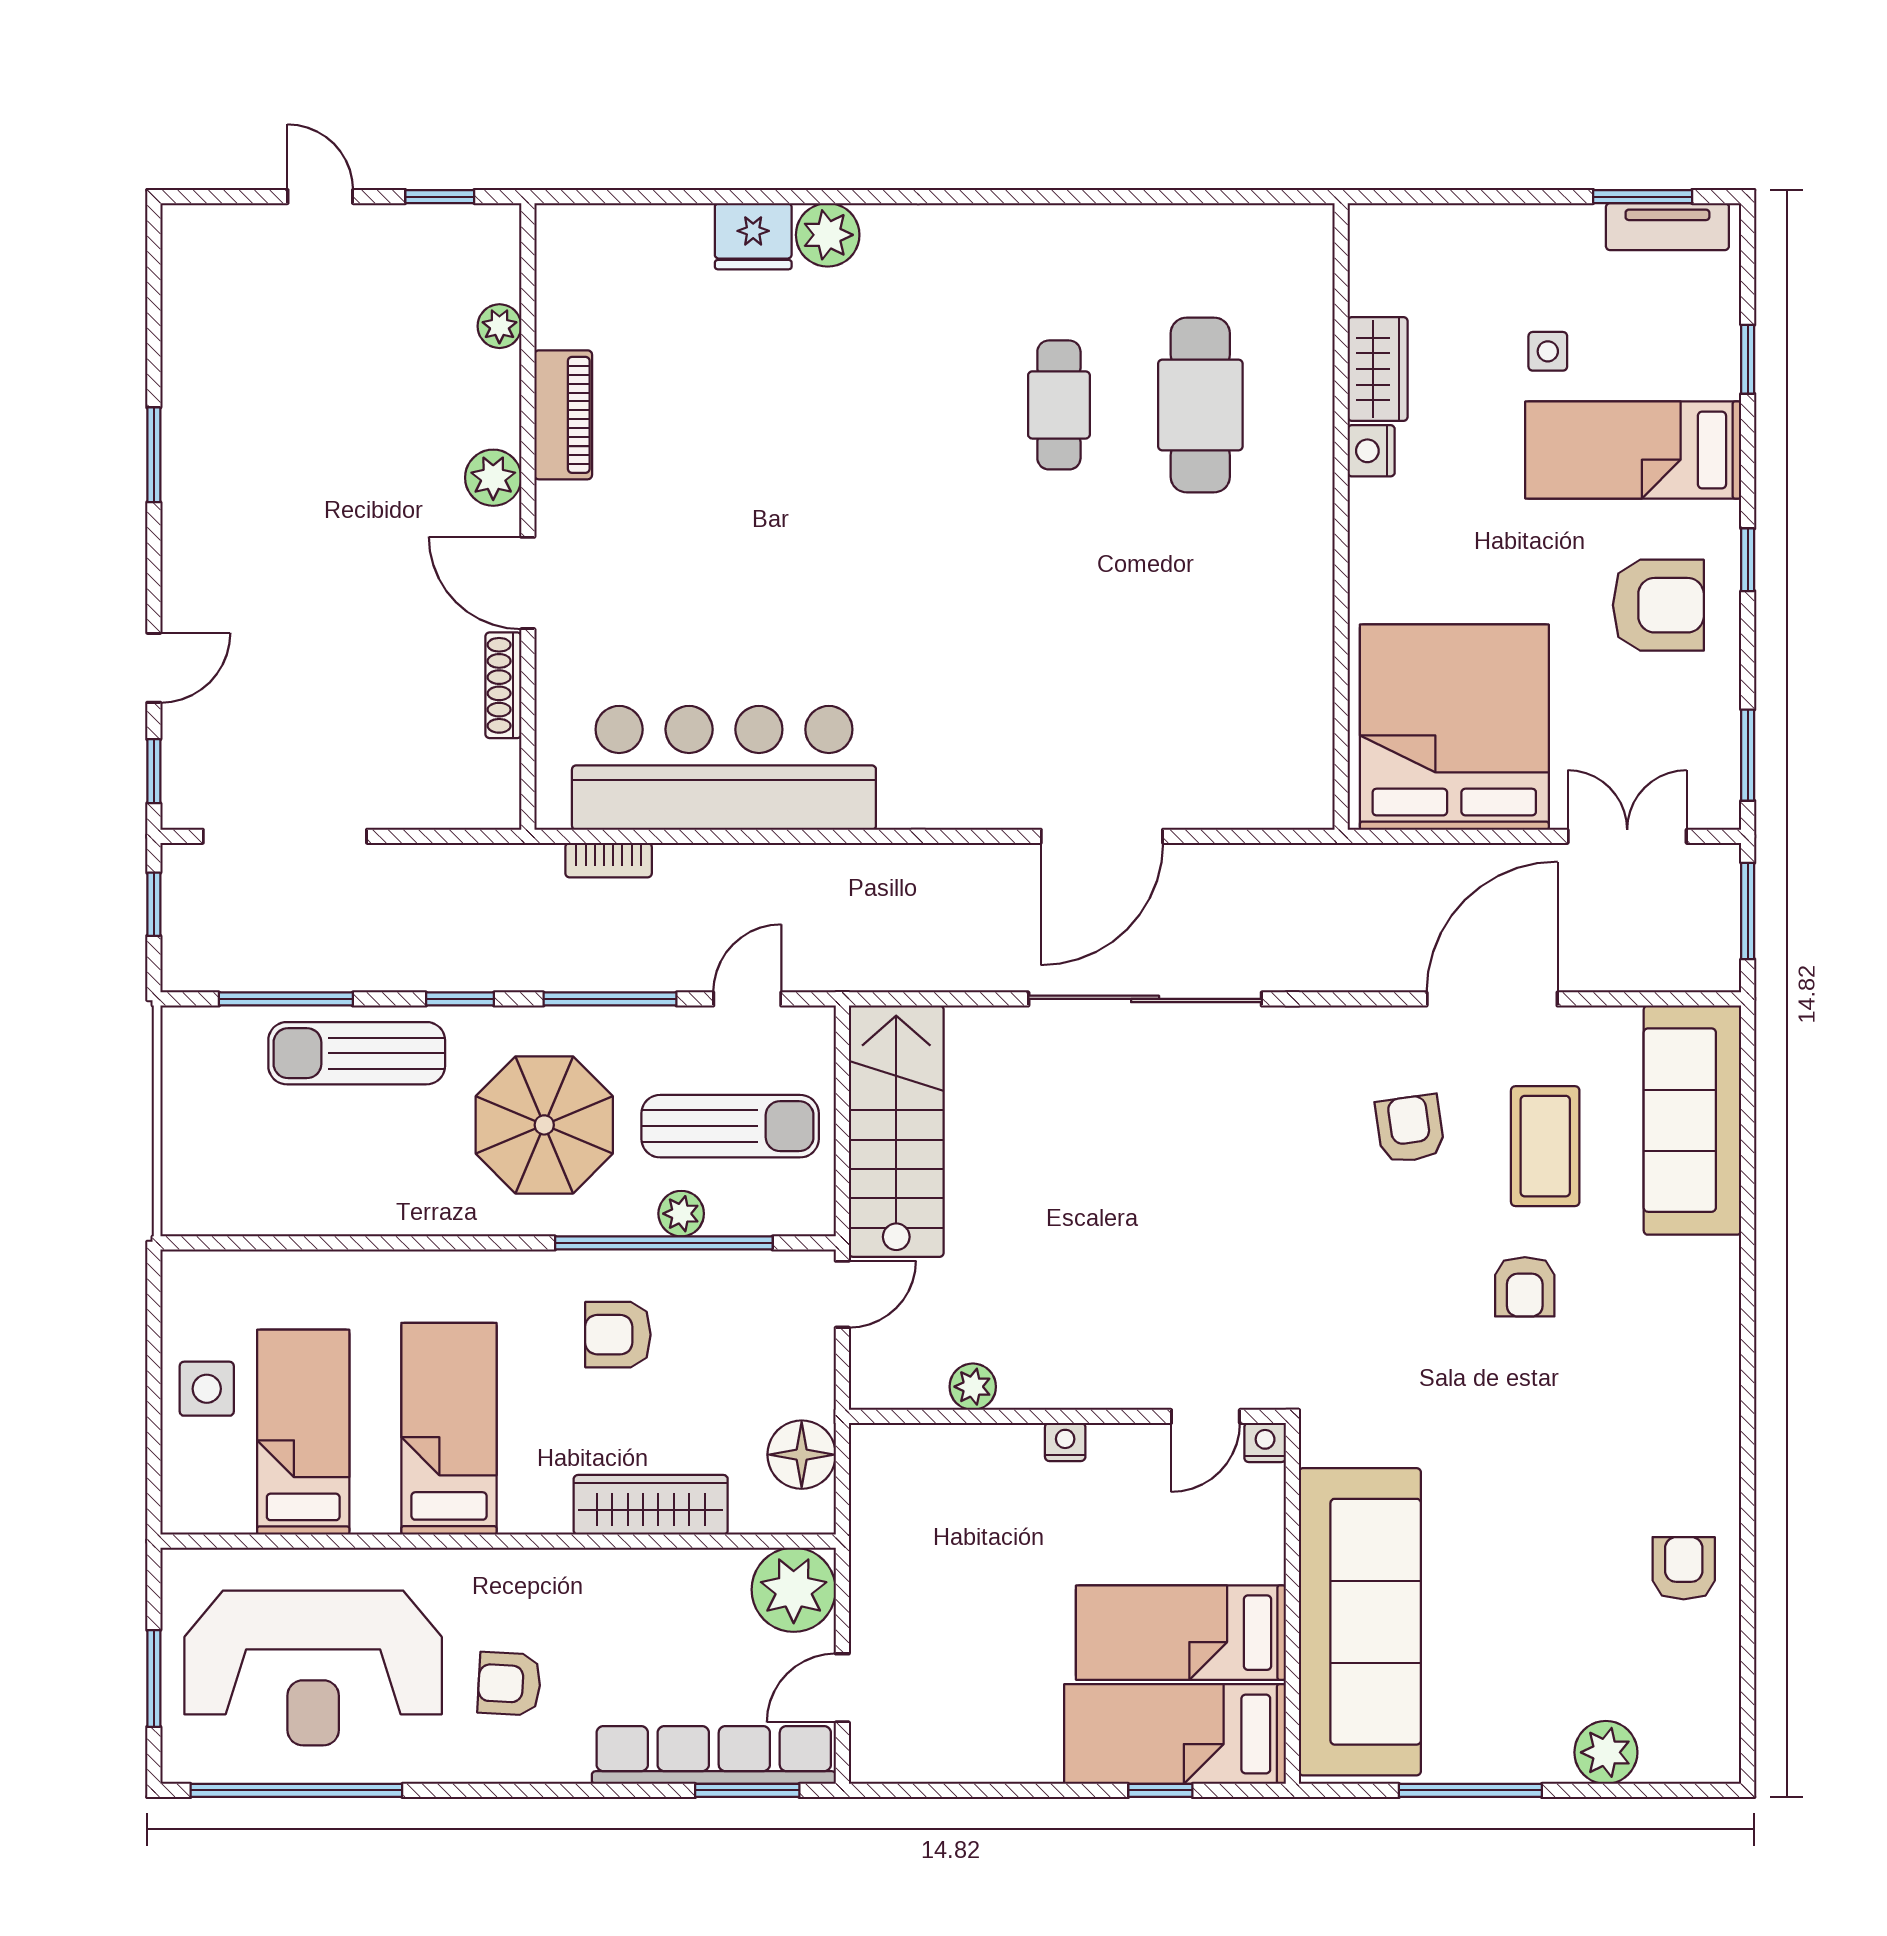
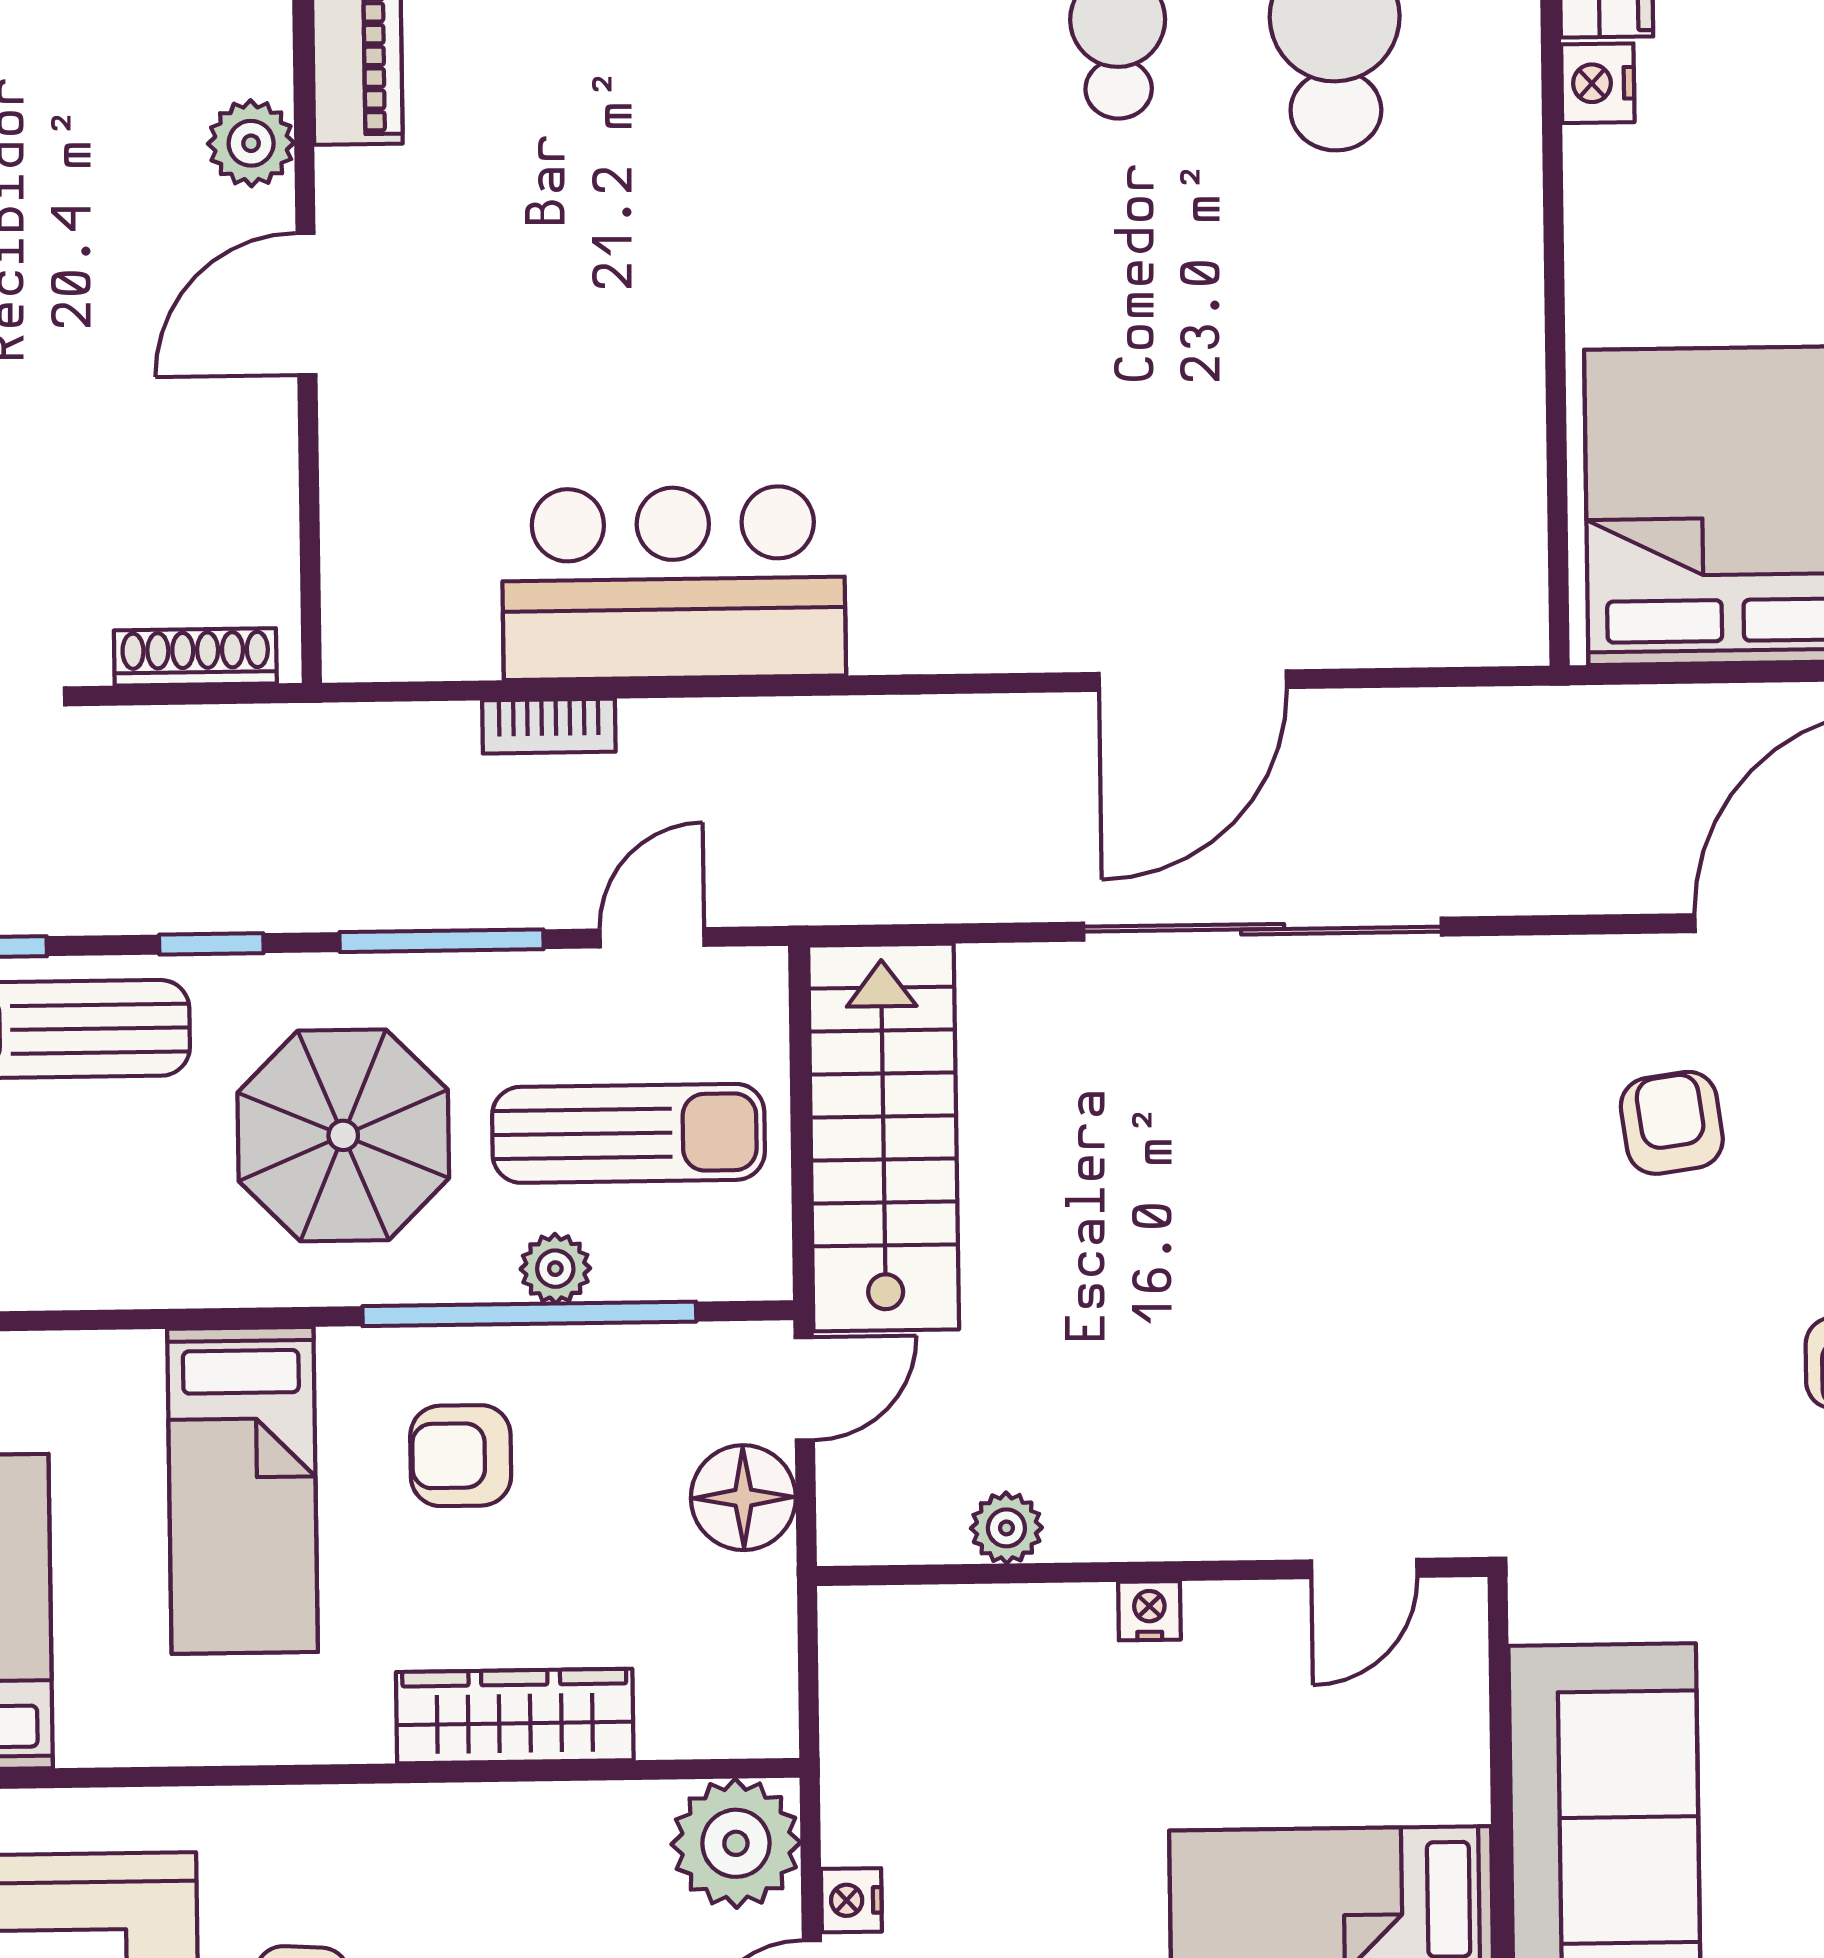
door: (528, 583) -> (306, 304), hinge flipped
shoe rack: (503, 685) -> (195, 657), moved, turned 90
bar counter: (724, 768) -> (674, 583), width x0.73
bookcase: (609, 860) -> (549, 726), moved
bed: (449, 1429) -> (242, 1490), moved, turned 180
nightstand: (1265, 1442) -> (851, 1900), moved, turned -90
floor lamp: (802, 1455) -> (743, 1498), moved

